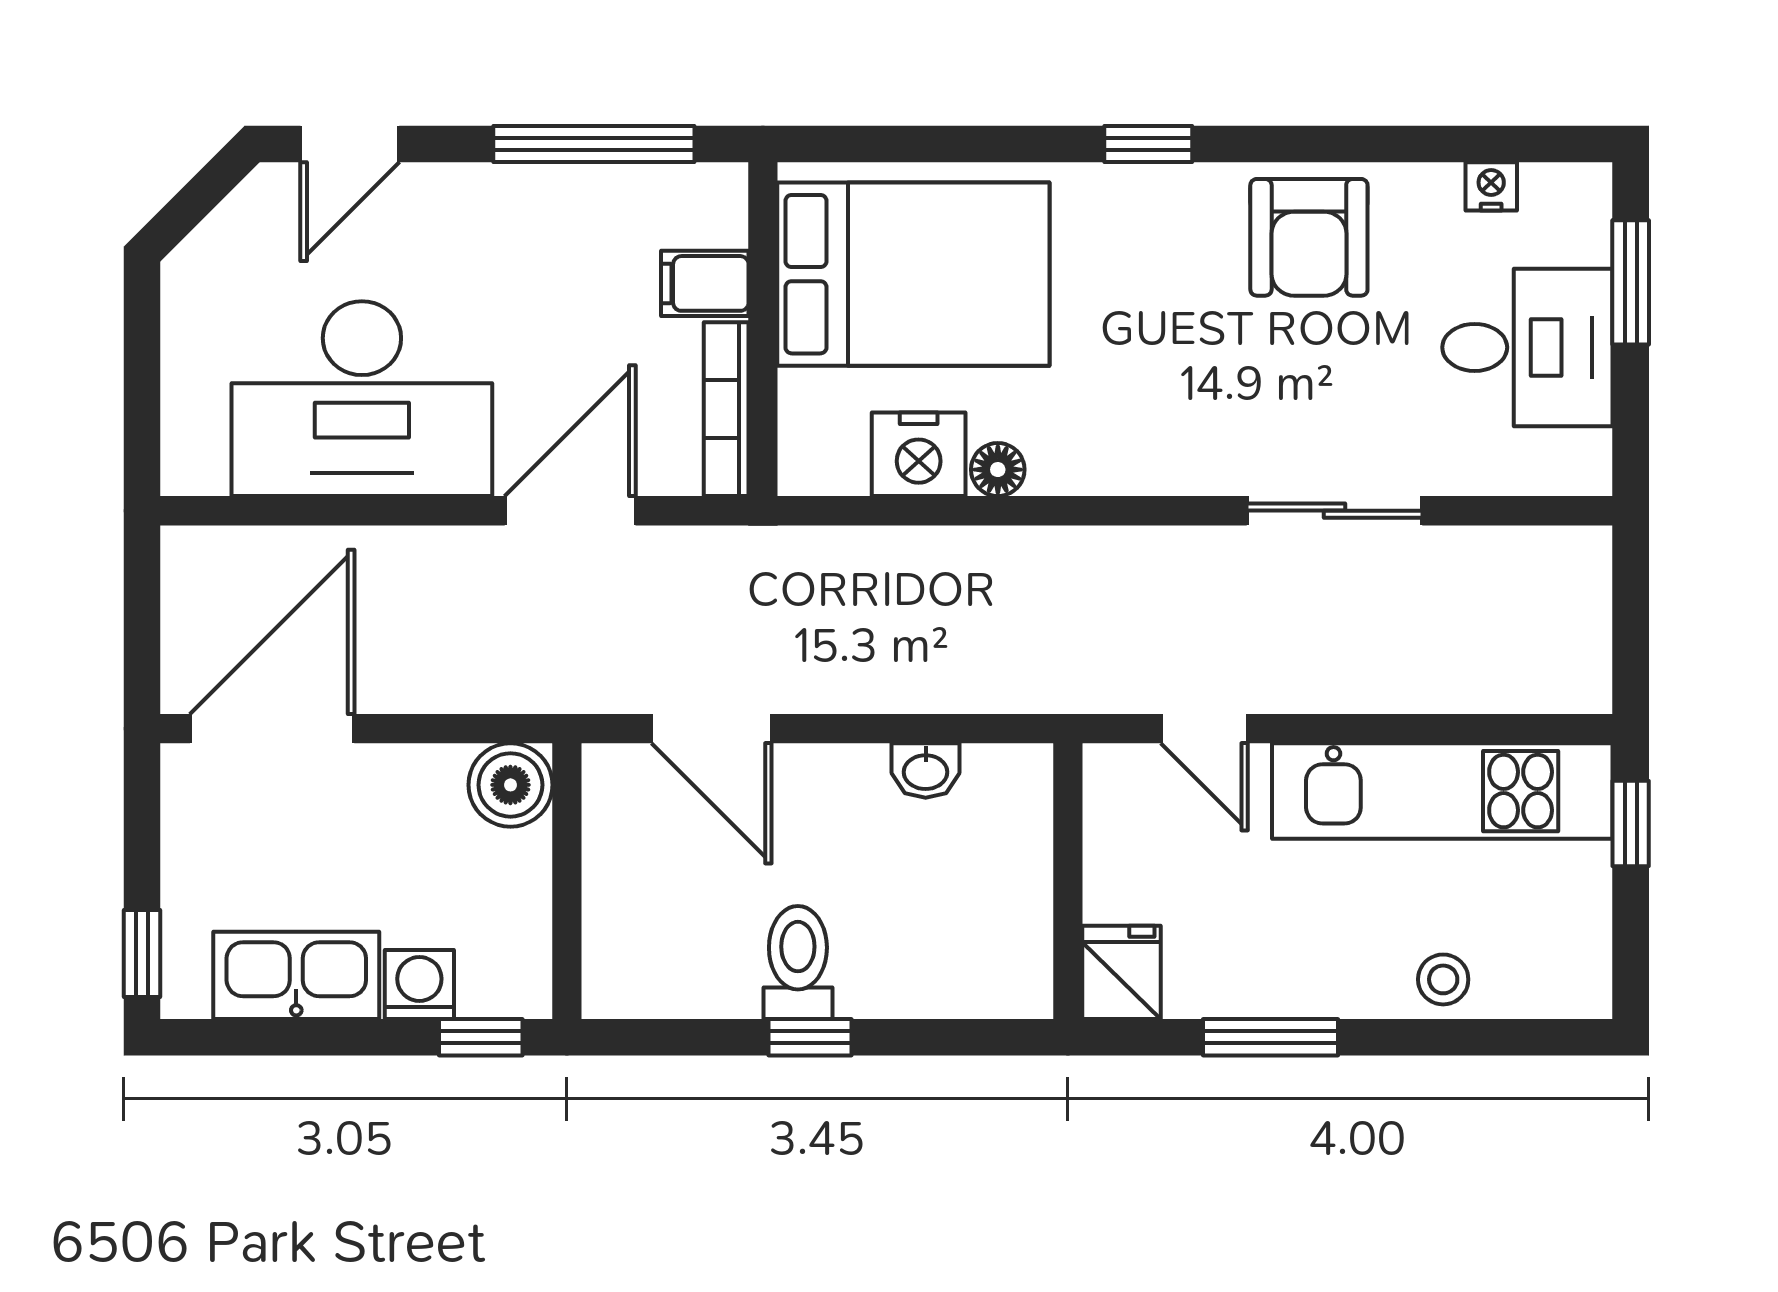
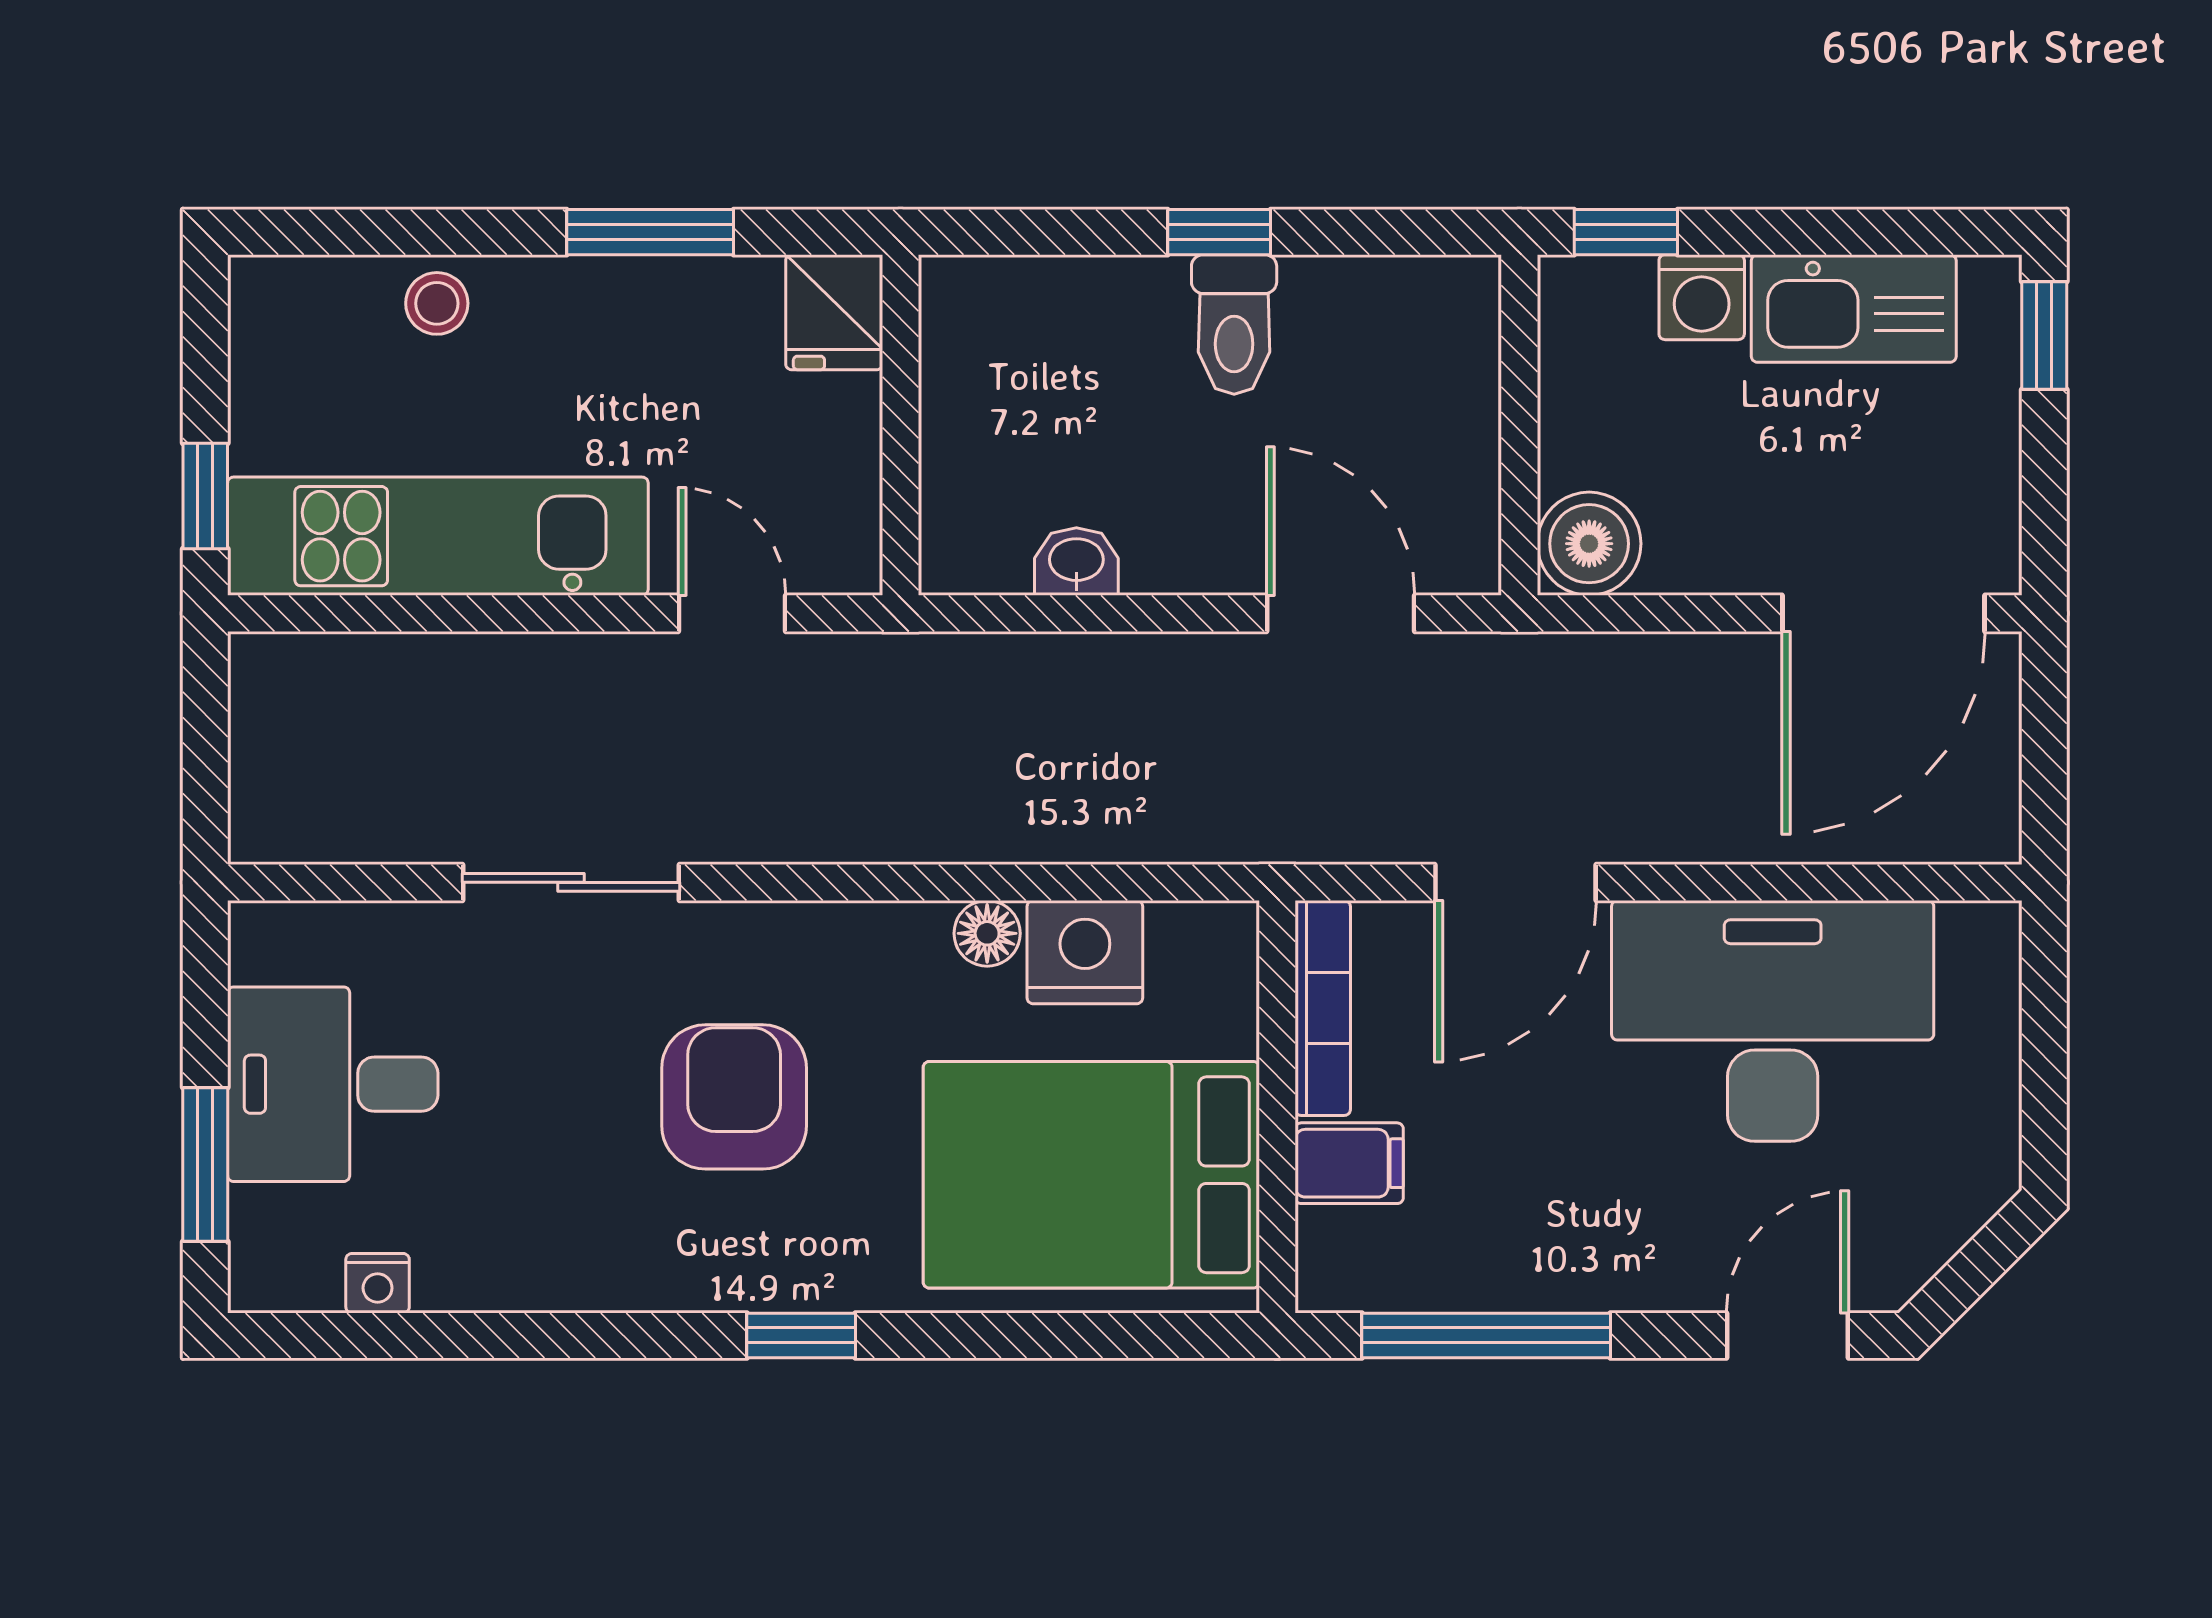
armchair: (1309, 237) -> (734, 1097), moved

